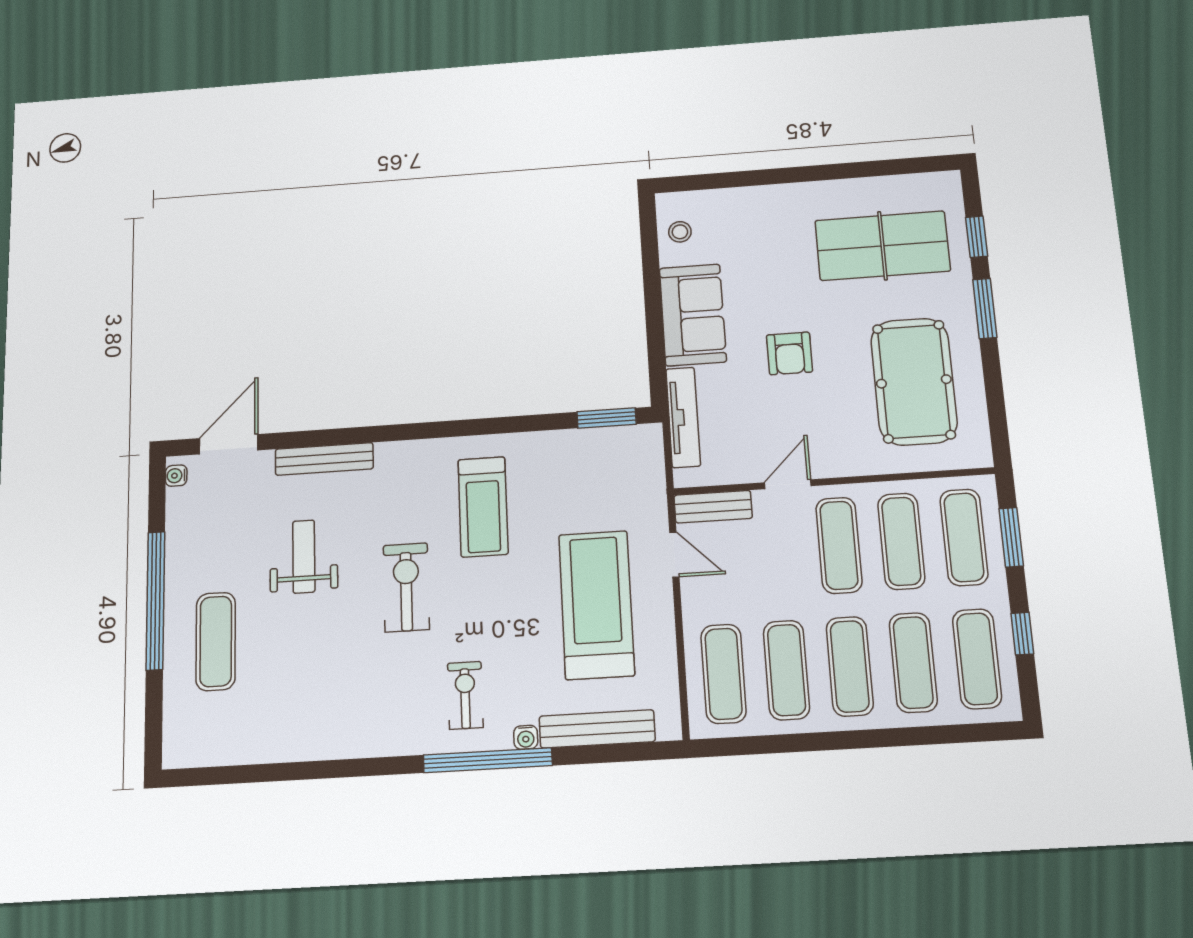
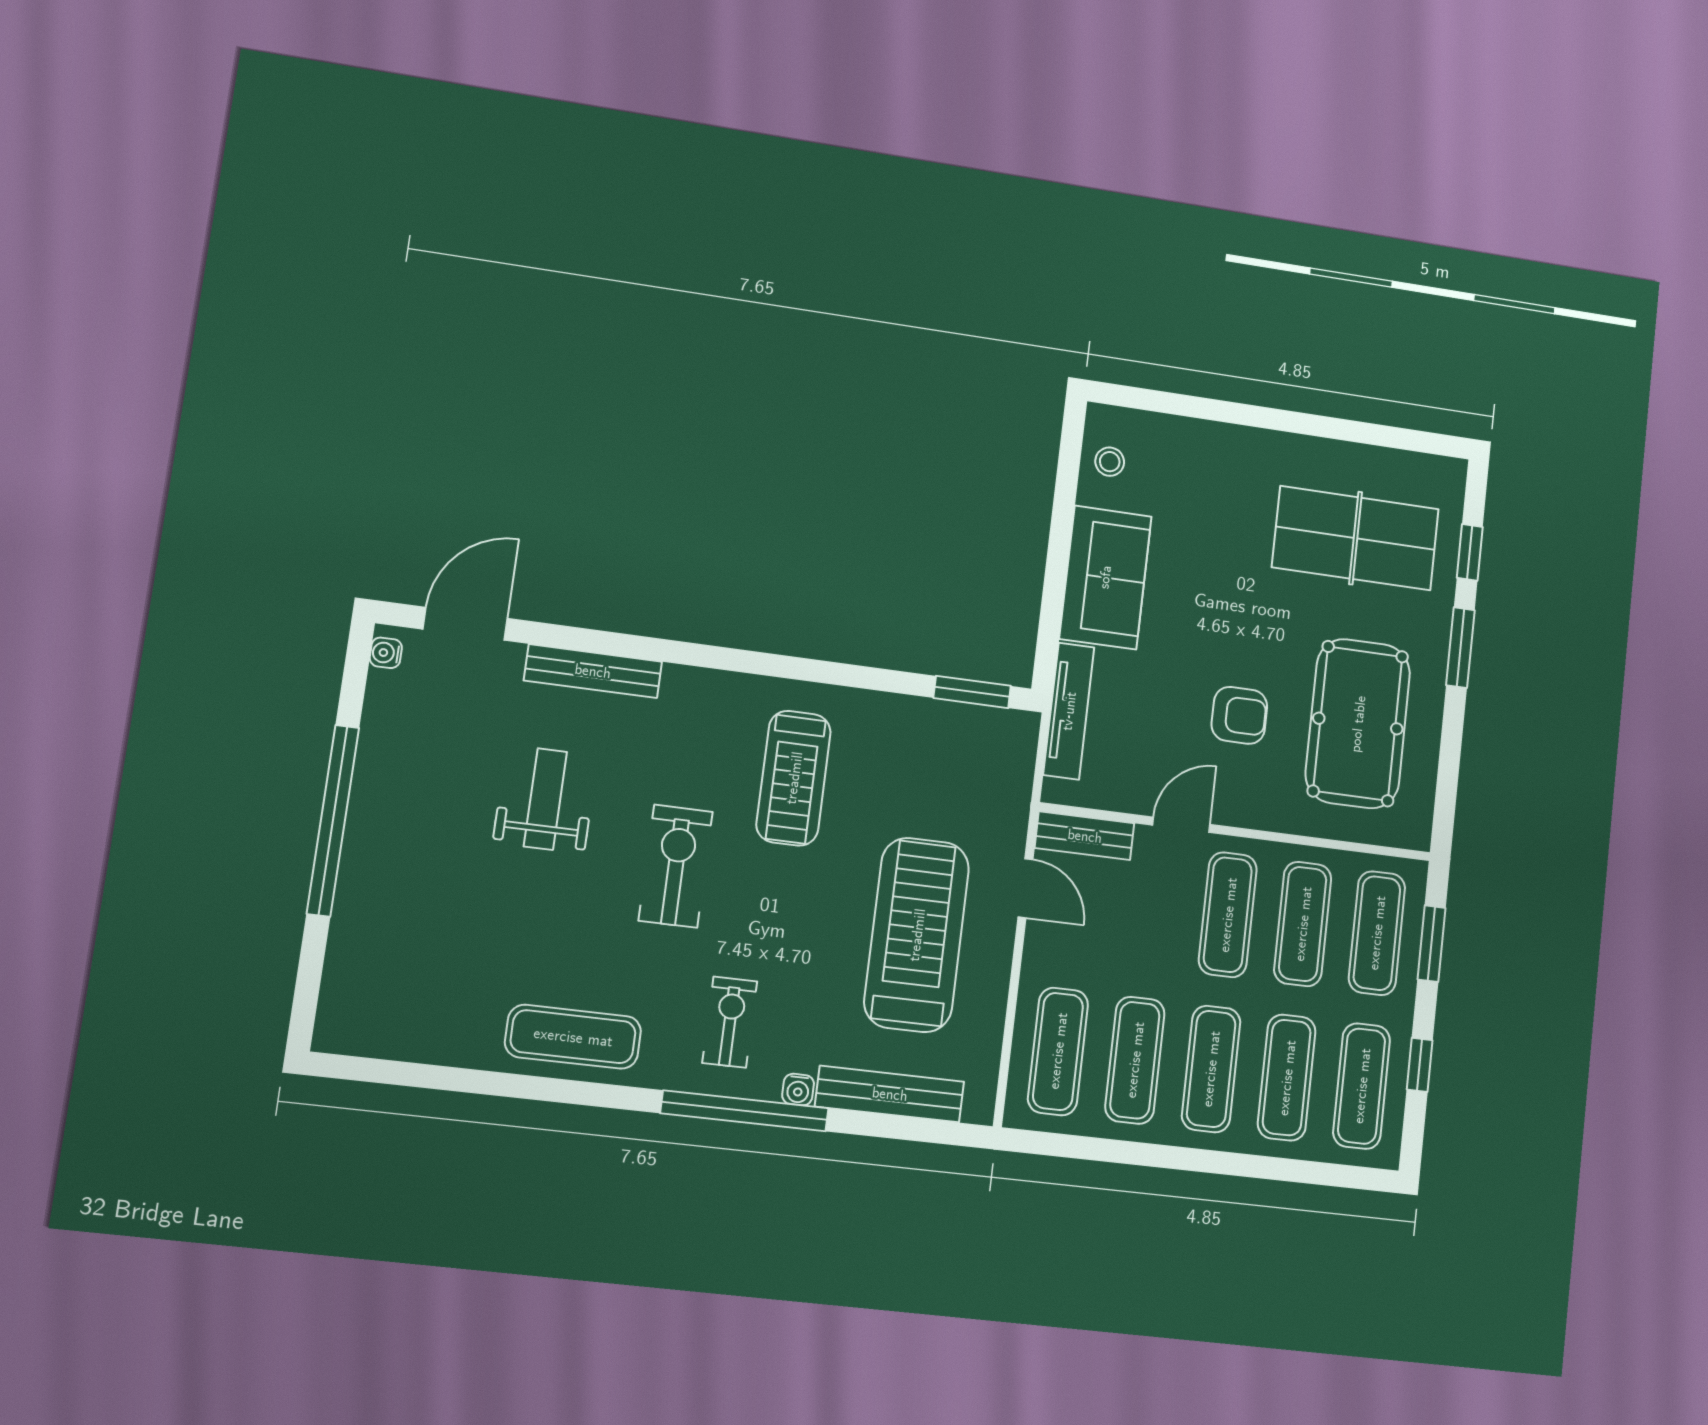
armchair: (790, 353) -> (1239, 715), moved, turned -90
exercise mat: (216, 641) -> (573, 1037), moved, turned 90

